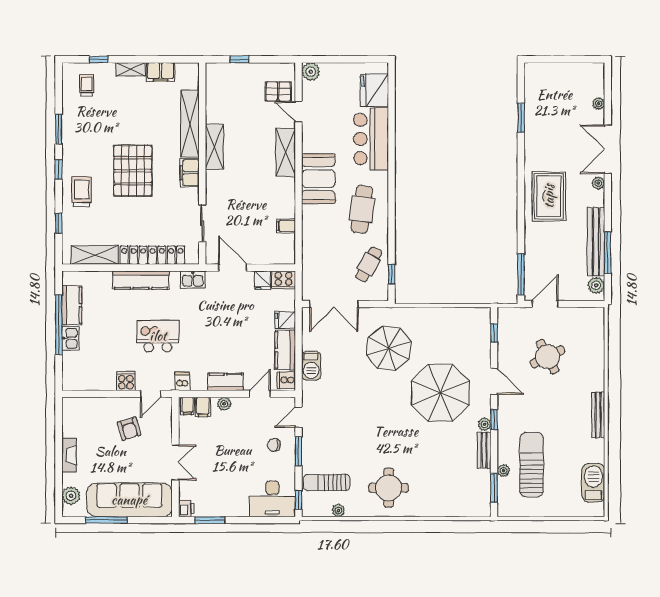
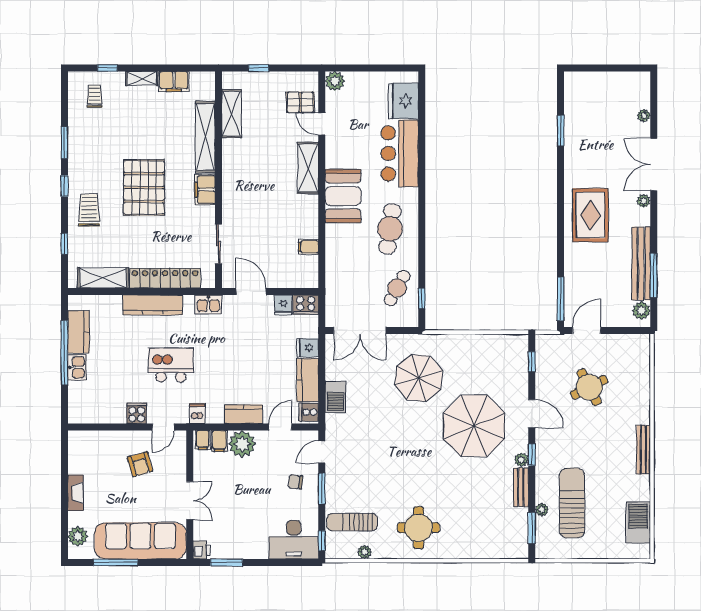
shelving: (214, 147) -> (232, 114), moved
plant: (224, 404) -> (242, 444), width x1.88, depth x1.88

